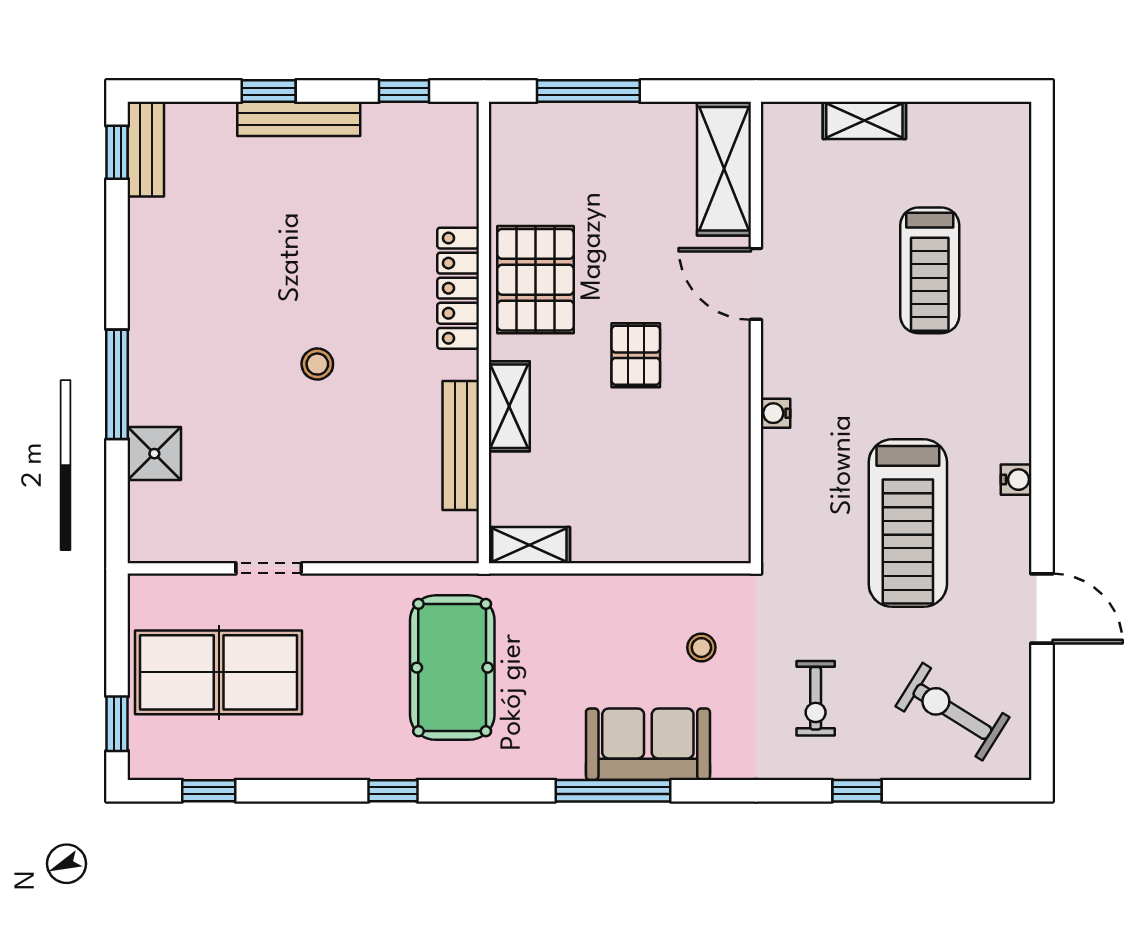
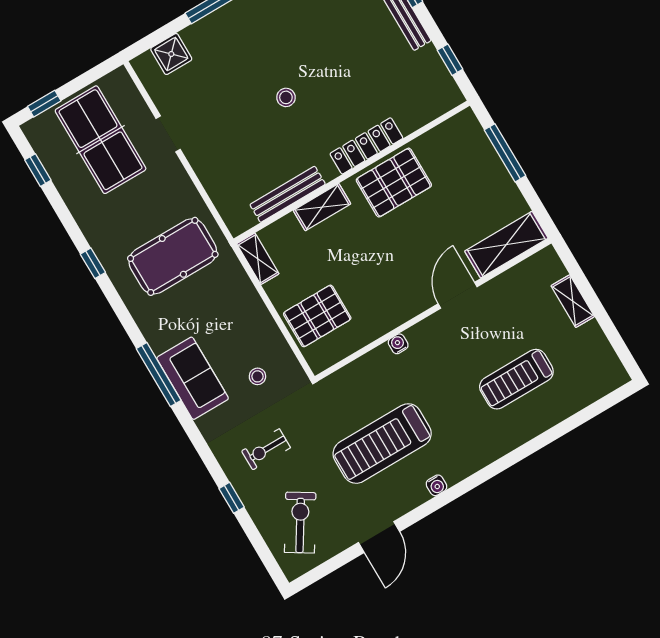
pallet: (636, 355) -> (317, 316), moved, width x1.50, depth x1.42
shower: (154, 454) -> (171, 54), moved

